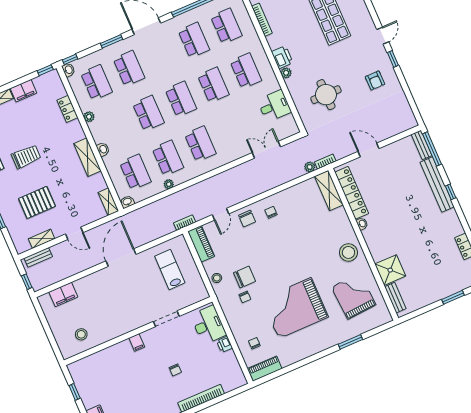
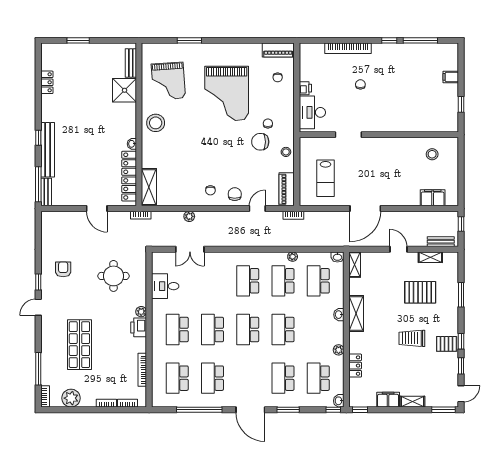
plant: (310, 167) -> (189, 216), moved
grand piano: (295, 308) -> (227, 93), turned 90
filing cabinet: (137, 342) -> (385, 125), removed

